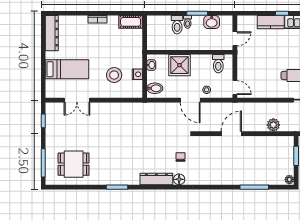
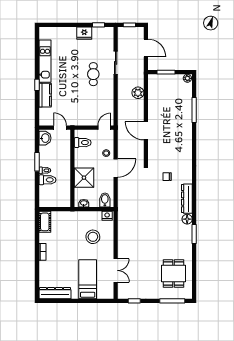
washbasin: (212, 22) -> (45, 138), moved
nightstand: (137, 74) -> (107, 216), moved
floor lamp: (179, 179) -> (187, 219), moved

